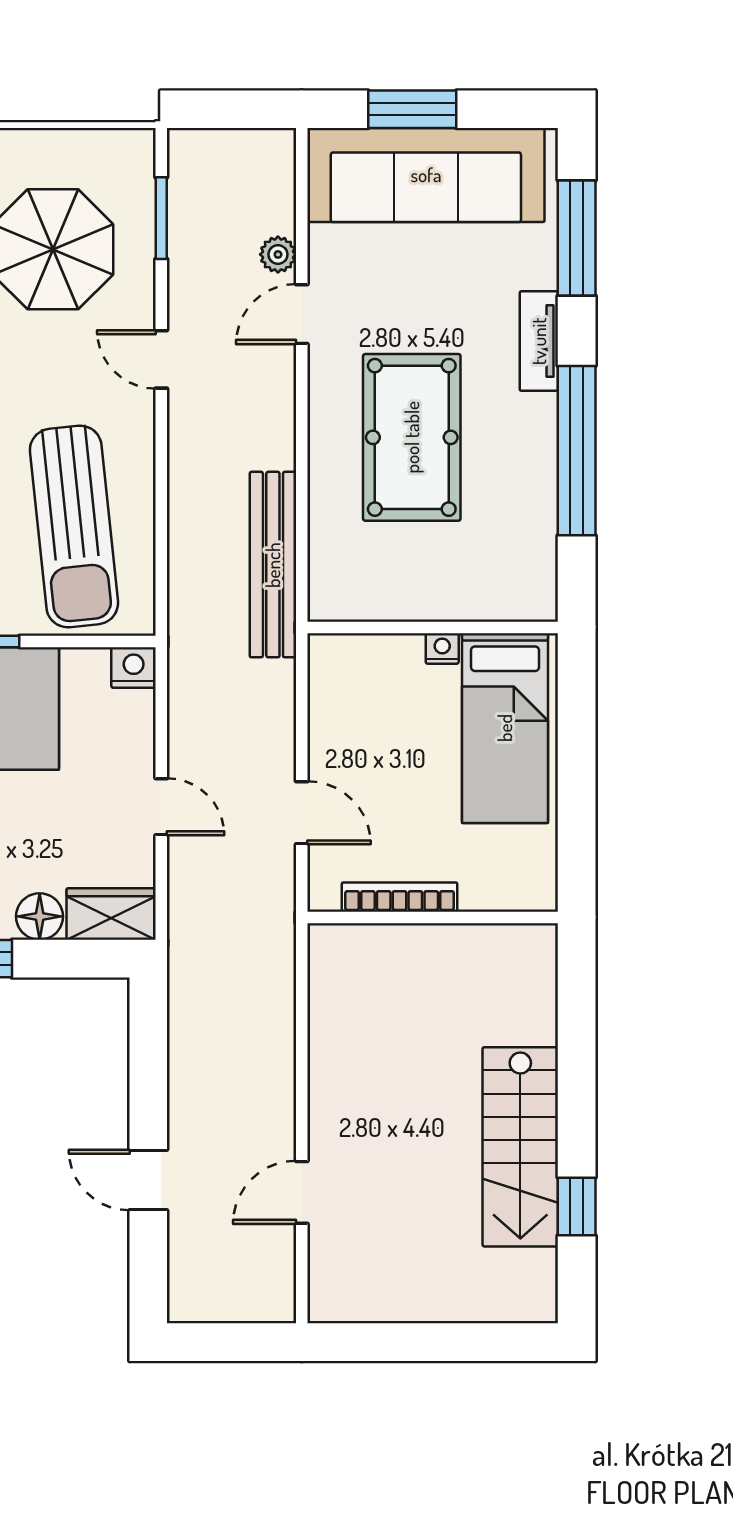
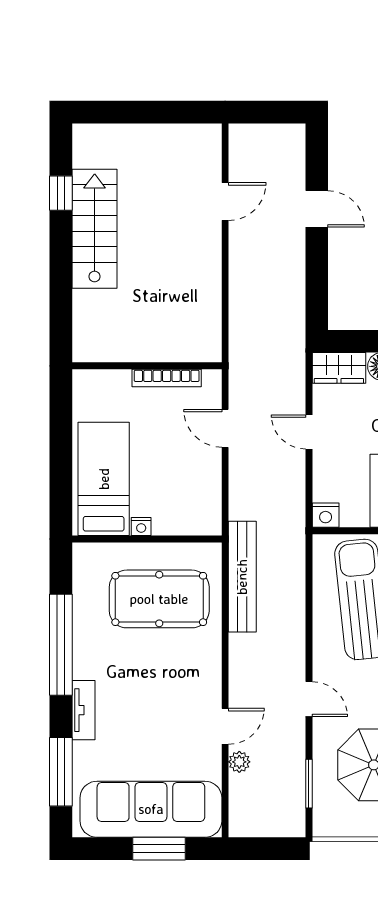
pool table: (412, 437) -> (159, 599), moved, turned 90

